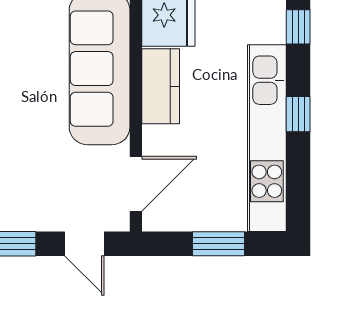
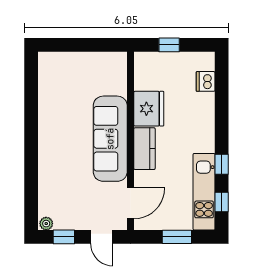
window: (298, 27) -> (222, 202), moved
kitchen unit: (267, 138) -> (204, 192), width x0.73

